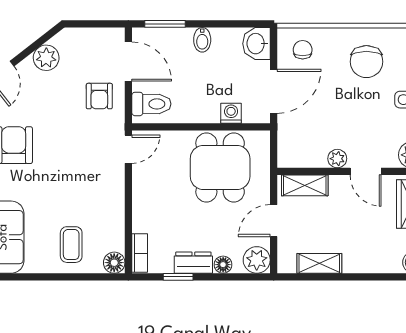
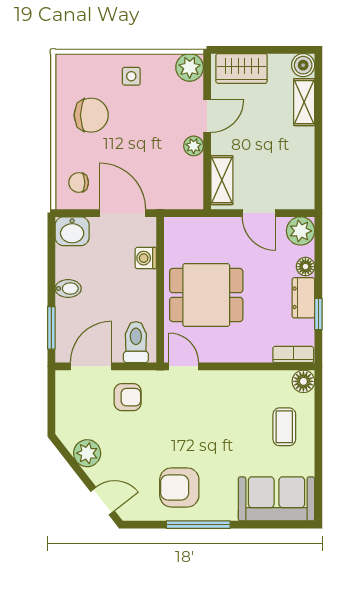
dining table: (220, 167) -> (206, 295), moved
coffee table: (71, 245) -> (284, 427), turned 90
shelving: (319, 263) -> (304, 102), moved

